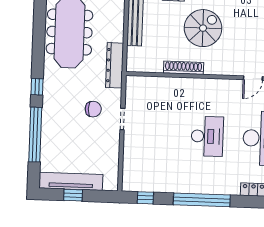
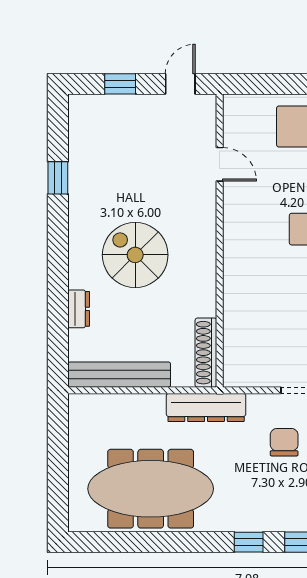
shoe rack: (184, 68) -> (206, 353), moved

